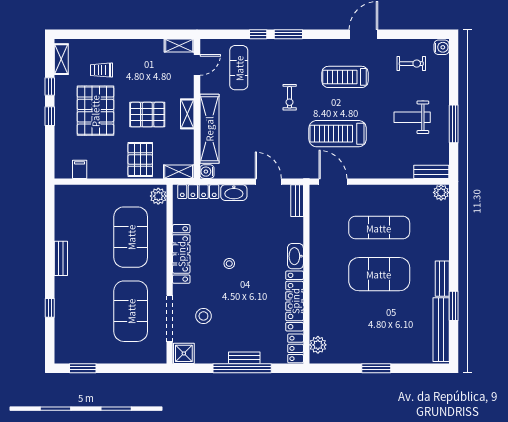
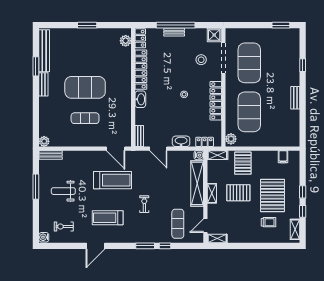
treadmill: (345, 77) -> (108, 218), turned 180
weight bench: (412, 117) -> (63, 191), turned 180
locker: (198, 192) -> (205, 142), width x0.66
exercise mat: (379, 228) -> (85, 118), width x0.73, depth x0.69

